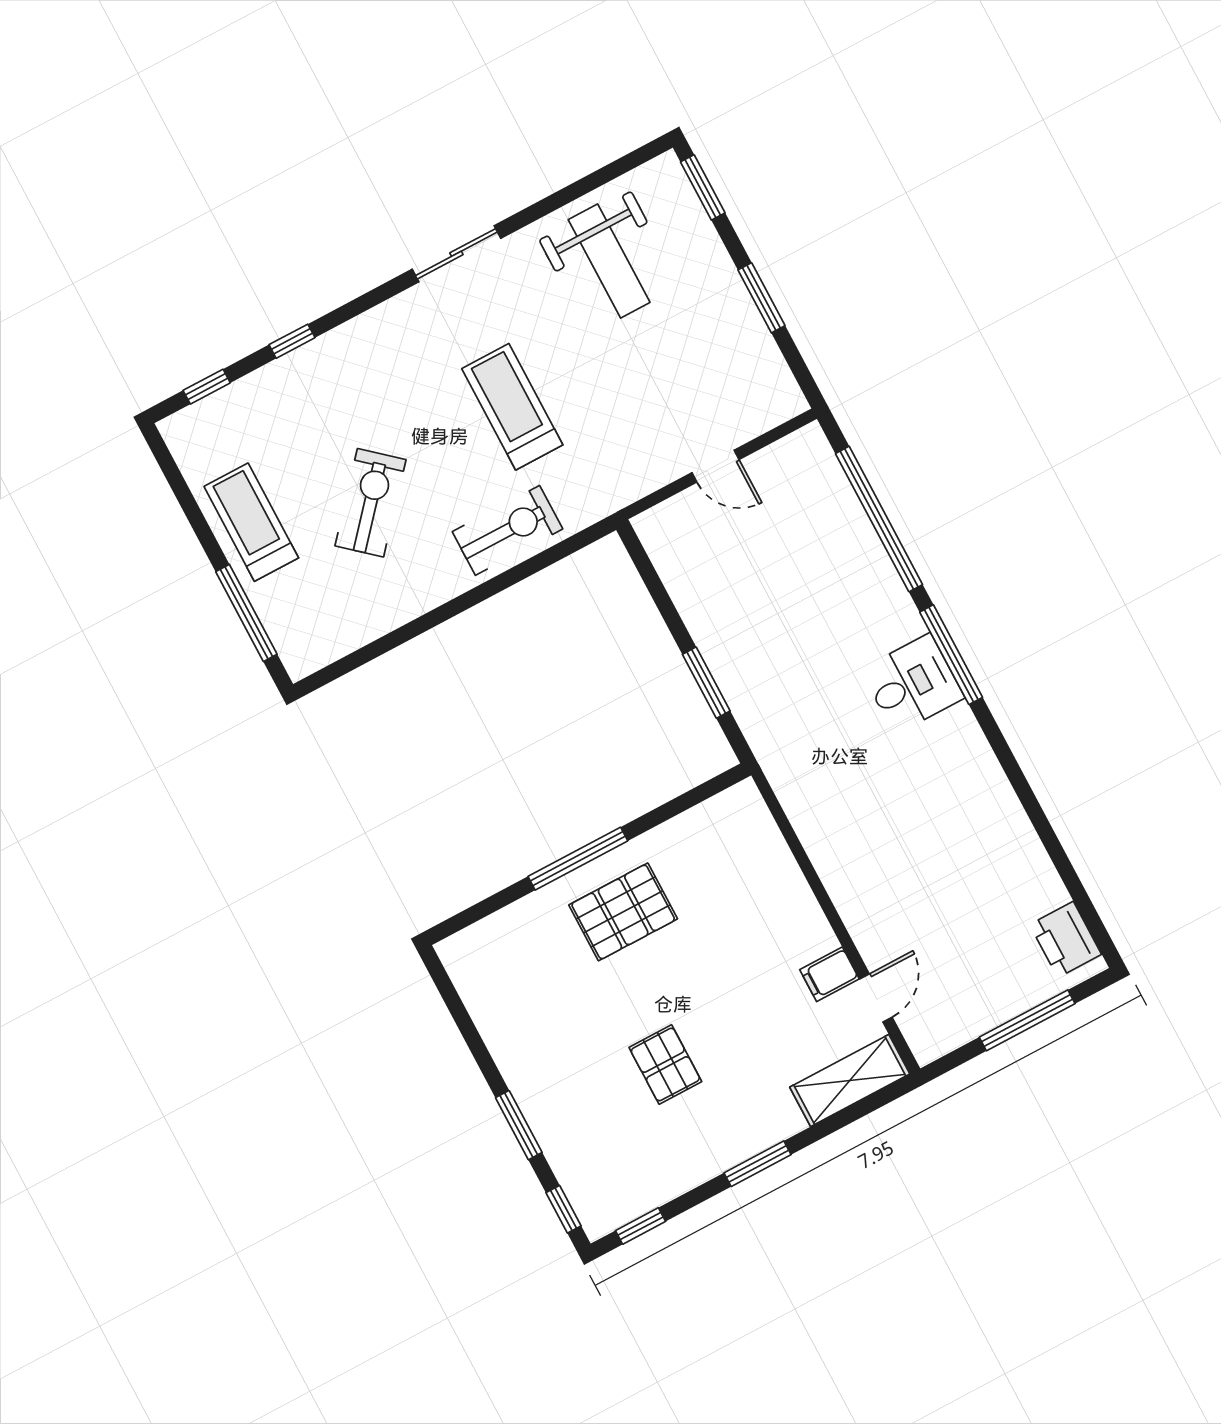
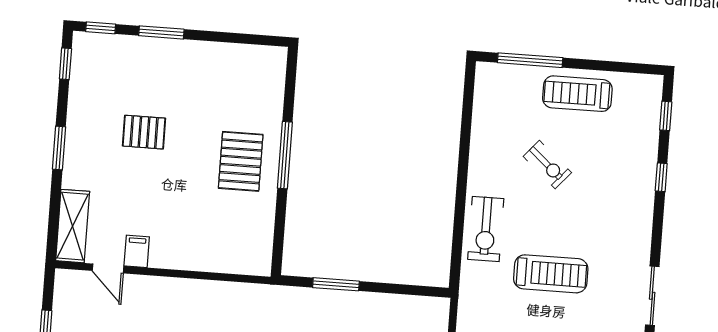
exercise bike: (370, 503) -> (547, 165), width x0.73, depth x0.72
treadmill: (251, 522) -> (577, 94), turned 180

